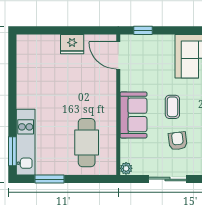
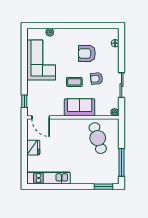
door: (118, 55) -> (41, 117), hinge flipped
kitchen unit: (26, 142) -> (48, 178), moved
cafe table: (87, 143) -> (98, 138), turned 73
window: (50, 179) -> (122, 162), width x1.44

